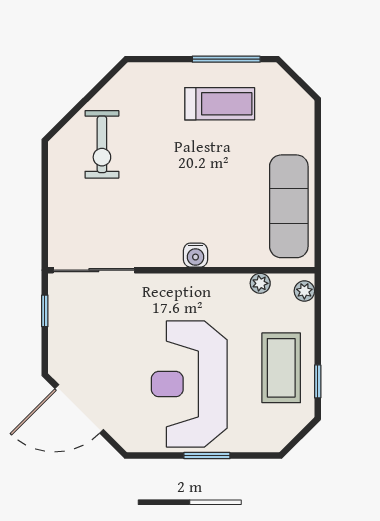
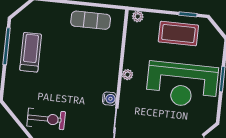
exercise mat: (289, 206) -> (91, 20), width x0.73, depth x0.69
water cooler: (196, 255) -> (109, 99), moved
plant: (260, 283) -> (127, 75), moved

